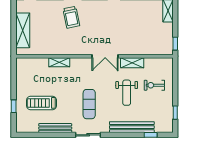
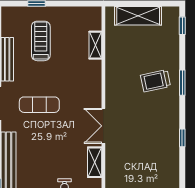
shelving: (59, 62) -> (95, 45), moved
weight bench: (127, 93) -> (55, 155), removed

